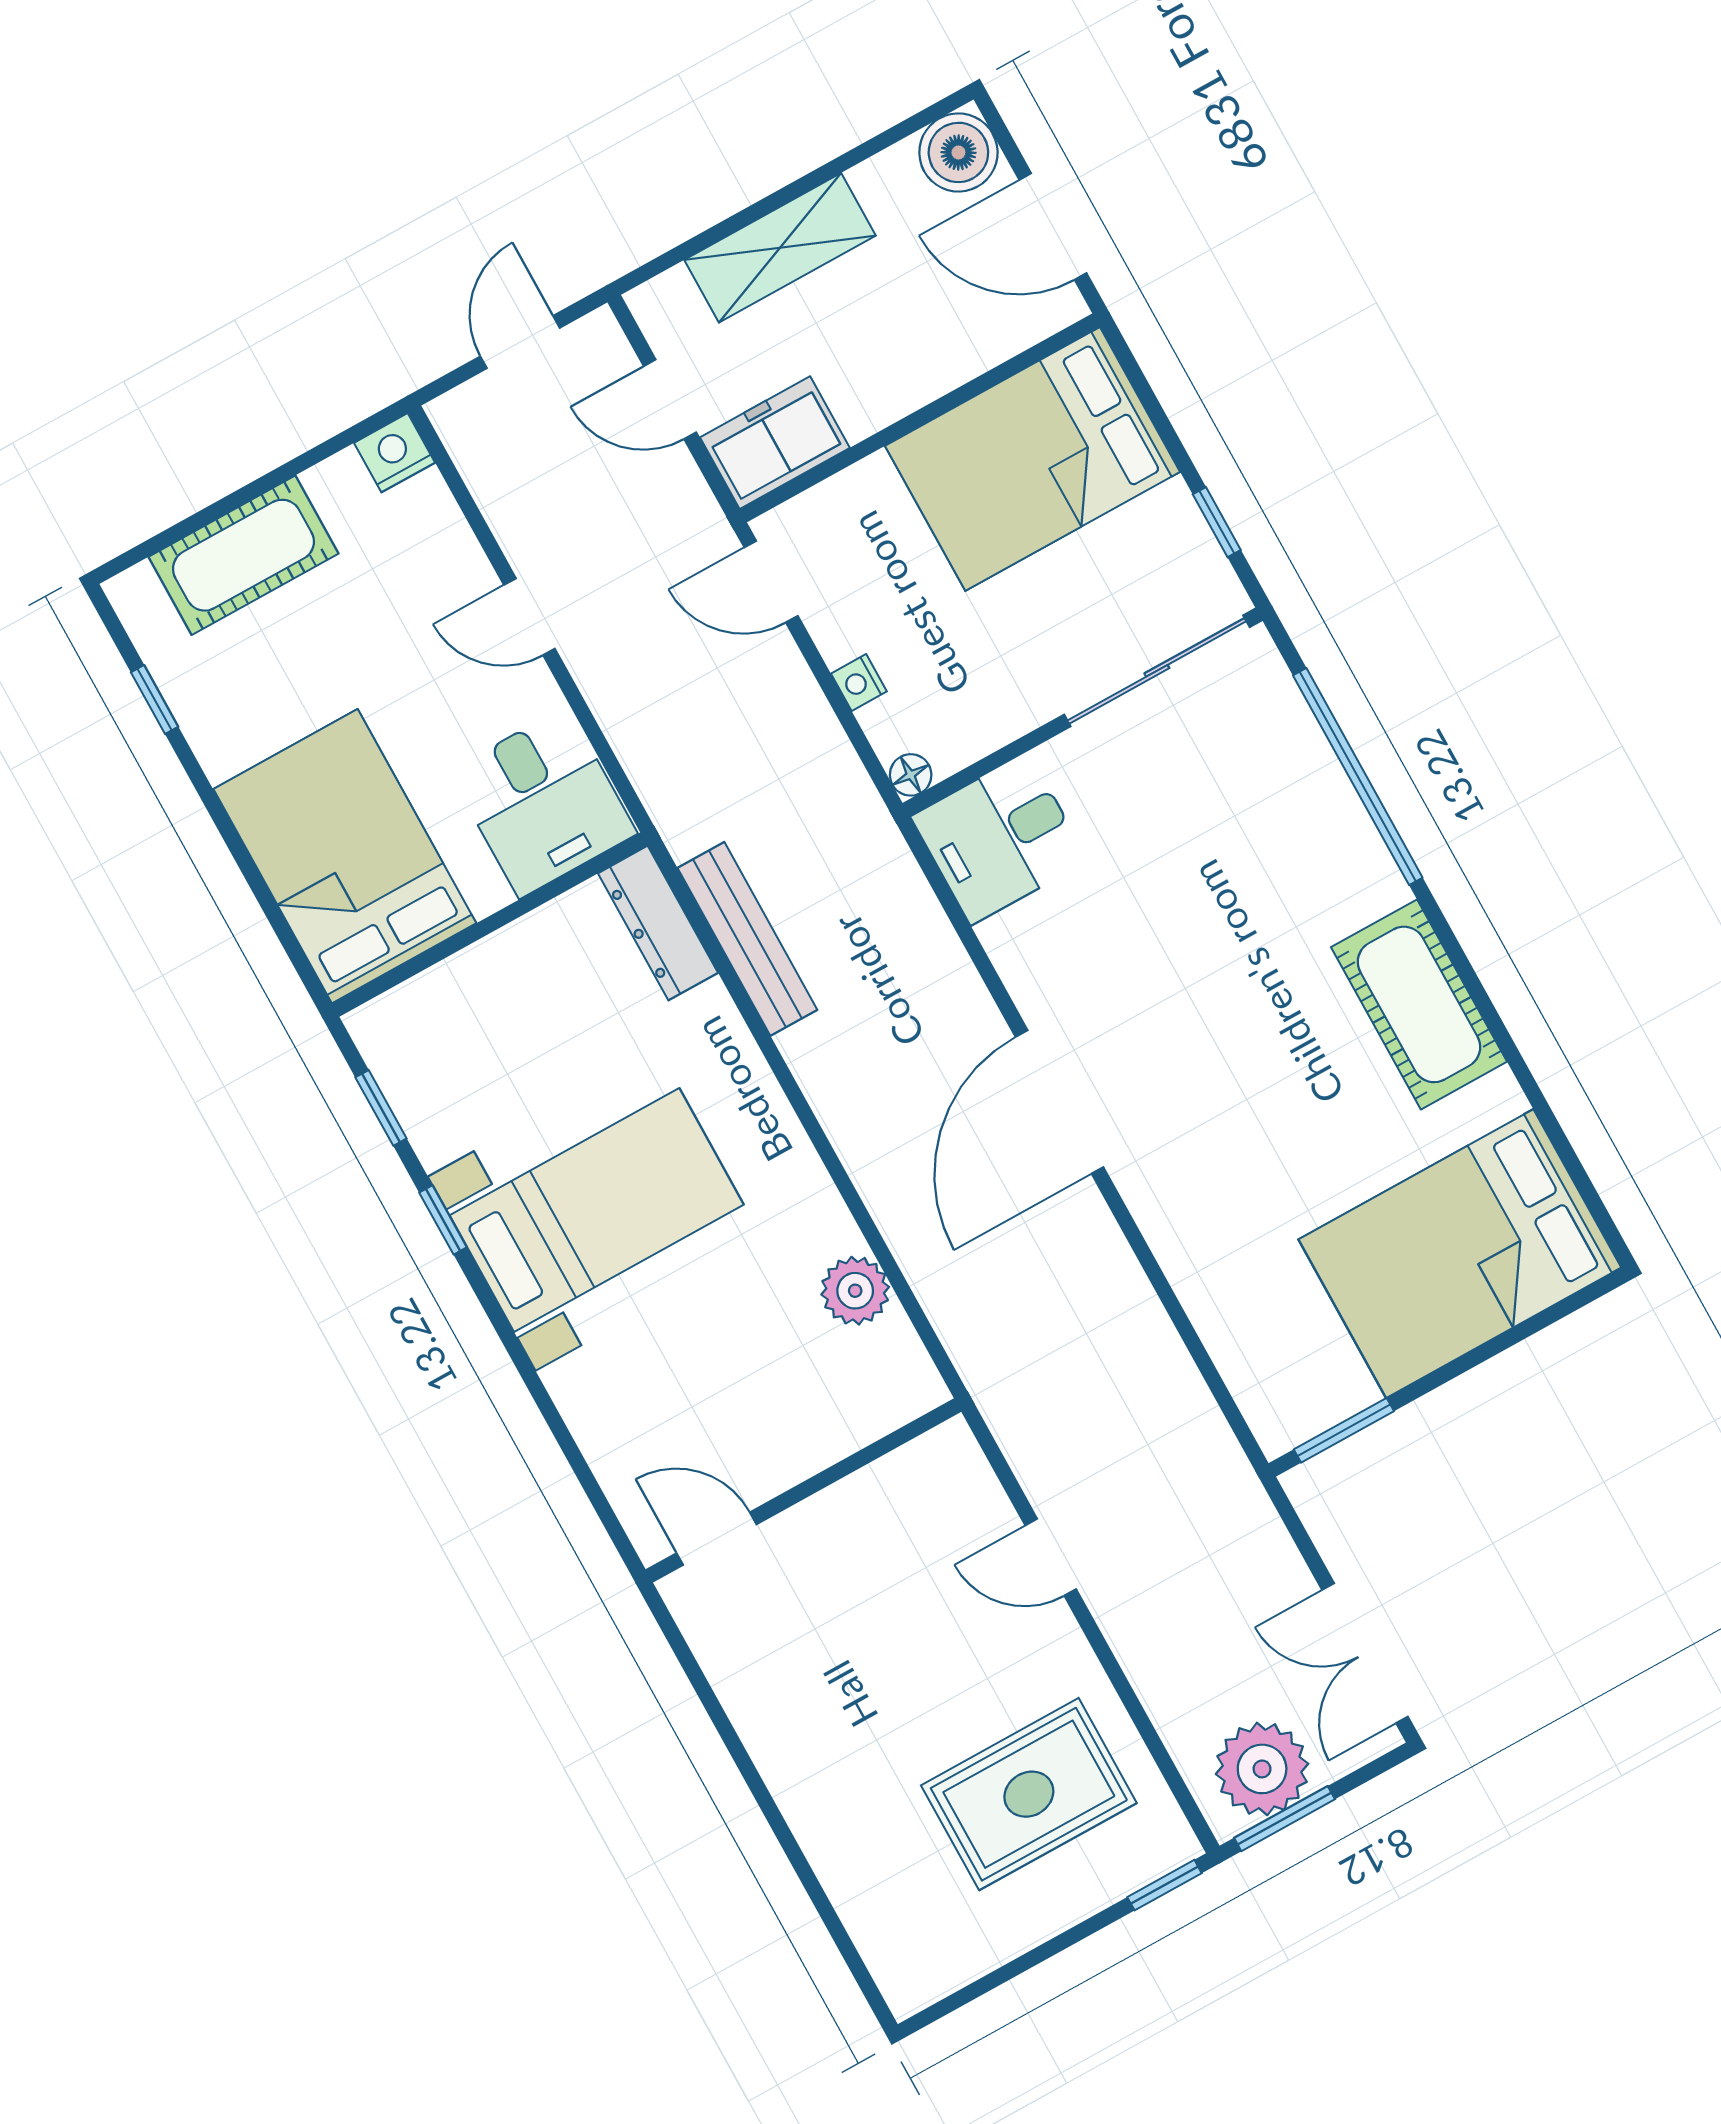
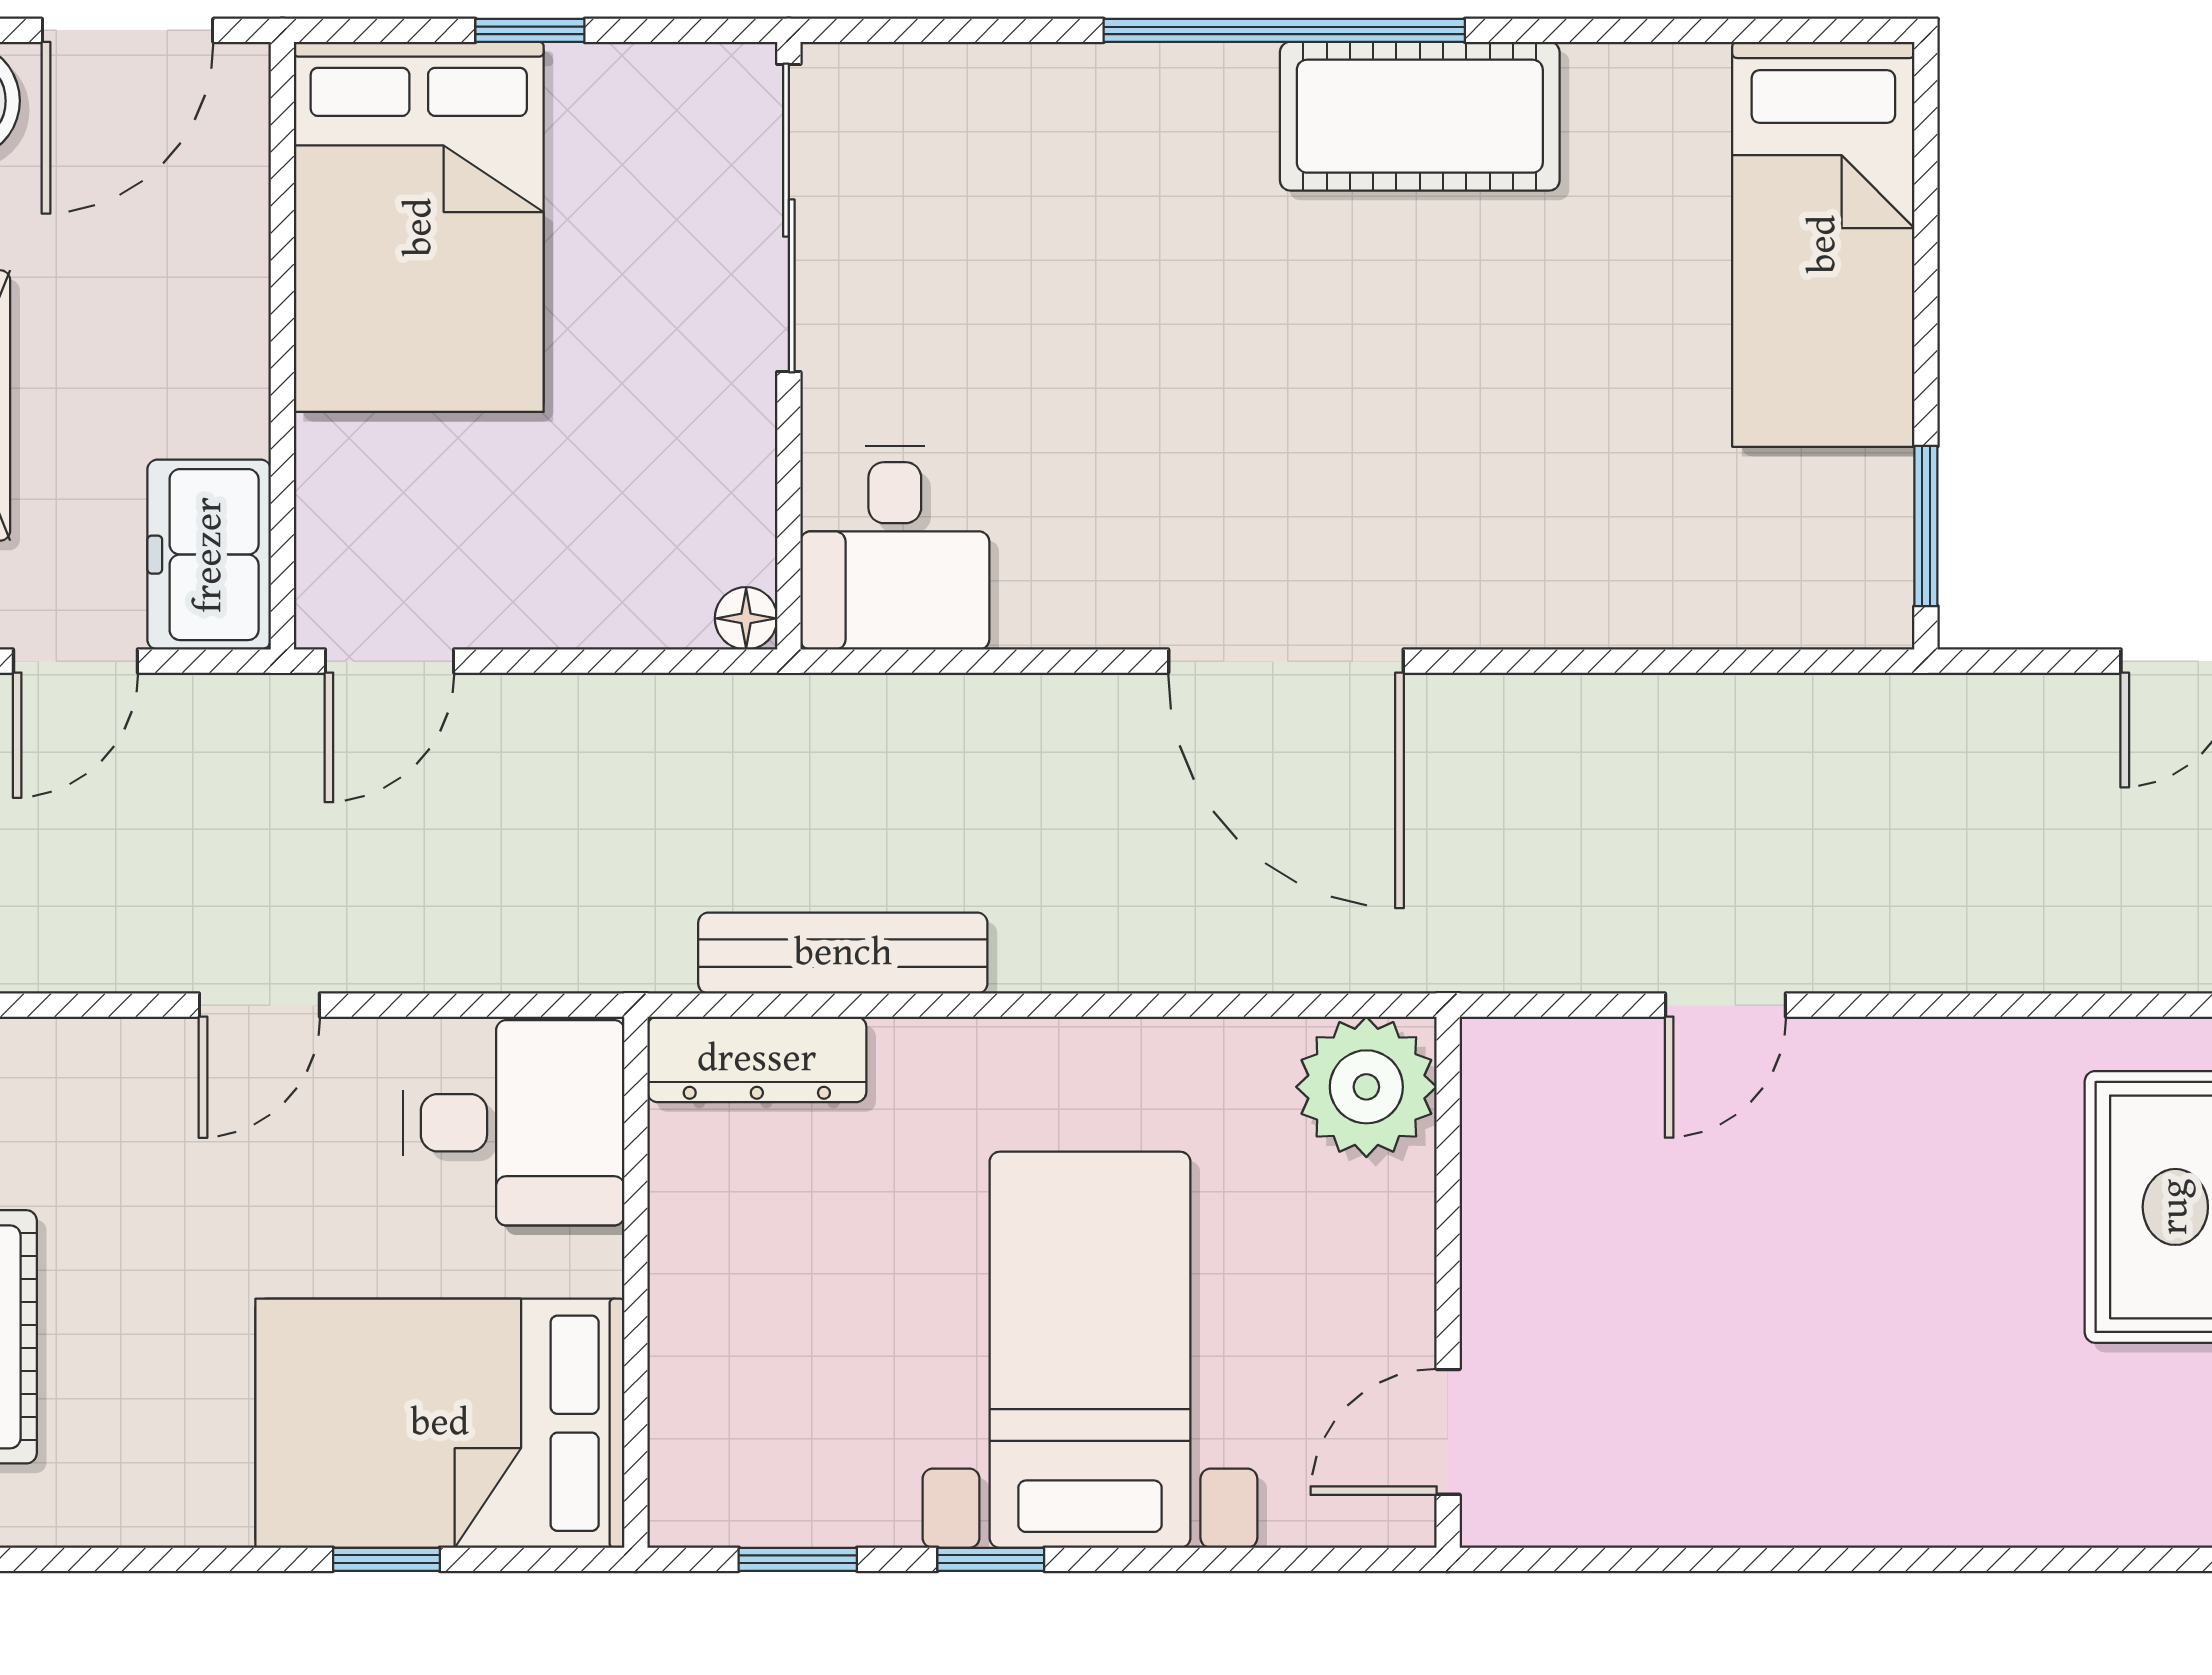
window: (1217, 522) -> (530, 30), moved
nightstand: (859, 683) -> (587, 619), removed
window: (155, 700) -> (386, 1559), moved
window: (1358, 776) -> (1284, 30), moved
bed: (1460, 1254) -> (1823, 244), width x0.67
plant: (855, 1291) -> (1366, 1087), width x1.36, depth x1.36
wall: (803, 1490) -> (1448, 1282), moved
door: (717, 1539) -> (1448, 1432), moved
door: (1051, 1557) -> (1725, 1005), moved

